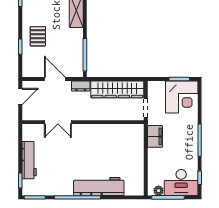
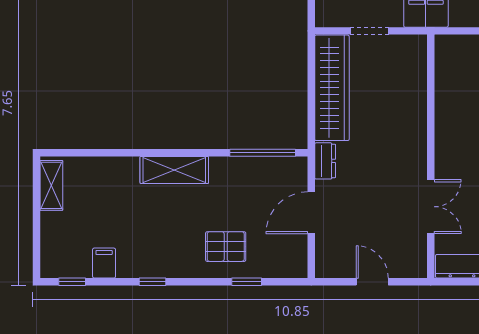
door: (20, 96) -> (372, 282), moved
double door: (58, 122) -> (431, 207), moved
wall: (83, 122) -> (431, 156), moved

